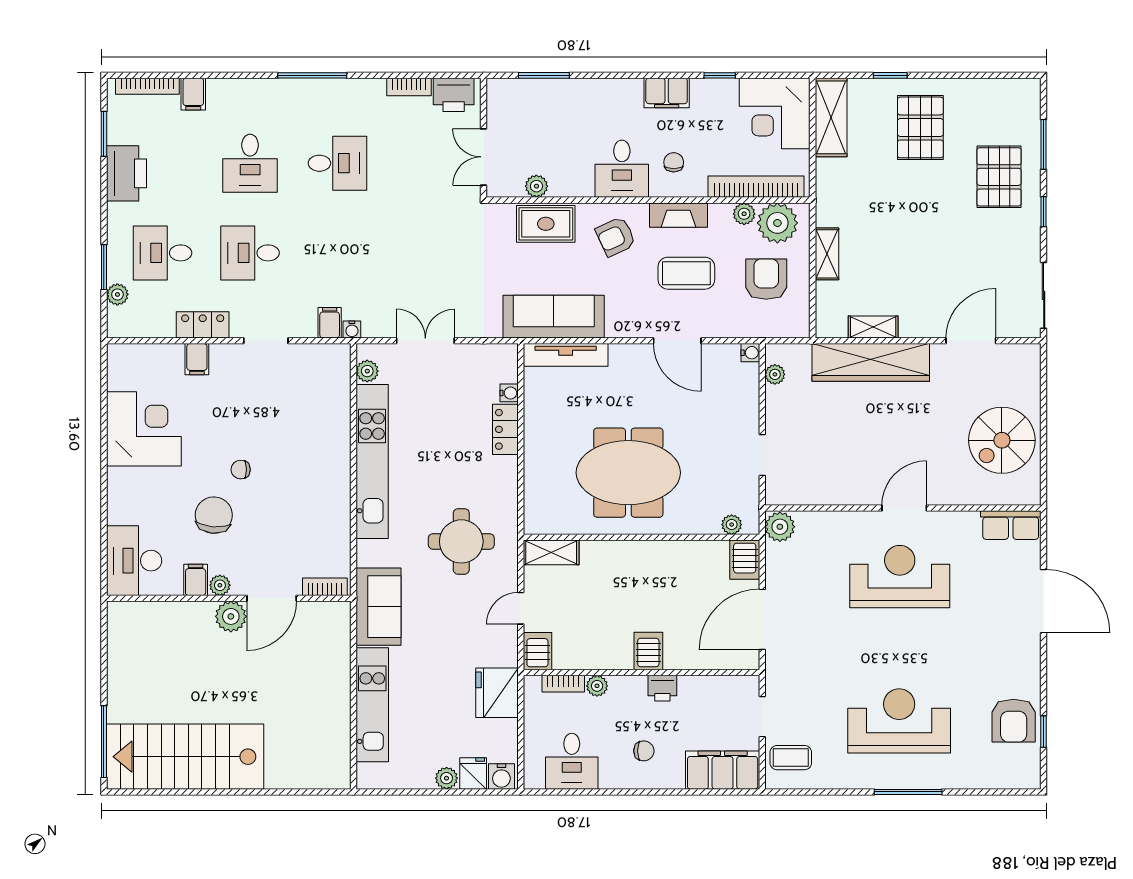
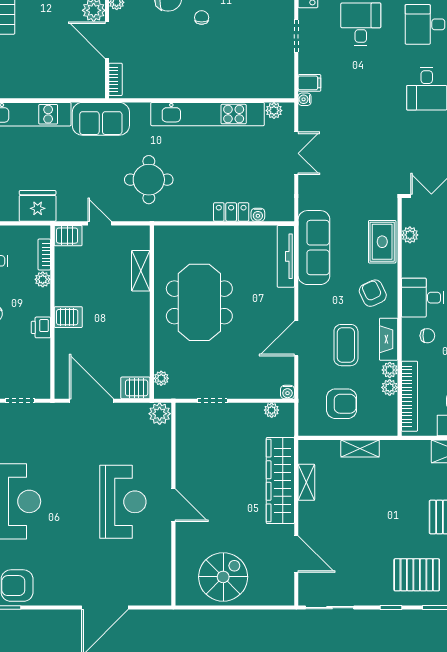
plant: (777, 223) -> (390, 370), moved, width x0.53, depth x0.53
spiral stairs: (1002, 440) -> (223, 577), turned 90
row of seats: (1011, 525) -> (161, 583), removed
shelving: (551, 552) -> (141, 271), moved

